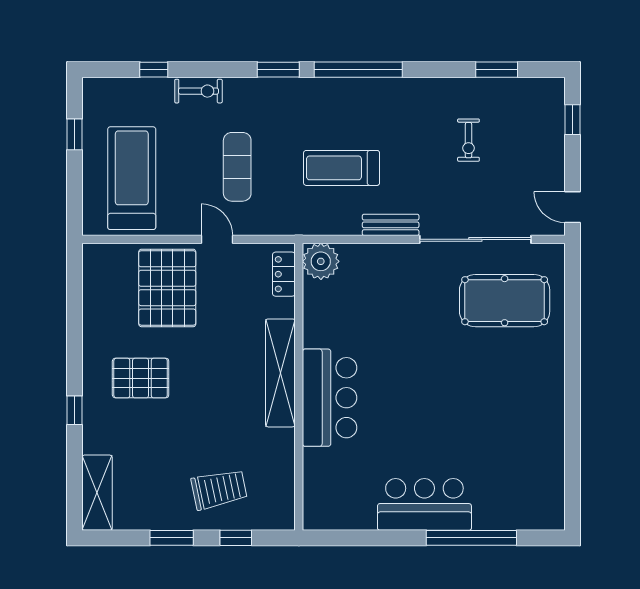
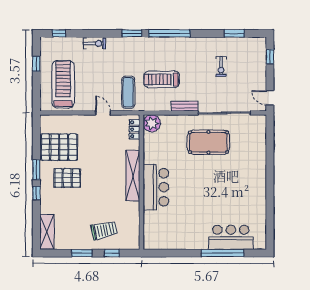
window: (154, 70) -> (59, 33), moved
exercise mat: (237, 167) -> (128, 92), moved
pallet: (167, 288) -> (59, 147), moved, turned 90
pool table: (505, 301) -> (208, 142), moved
window: (75, 360) -> (36, 170), added
bar counter: (424, 504) -> (231, 237), moved

